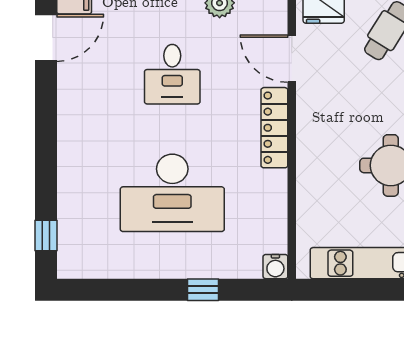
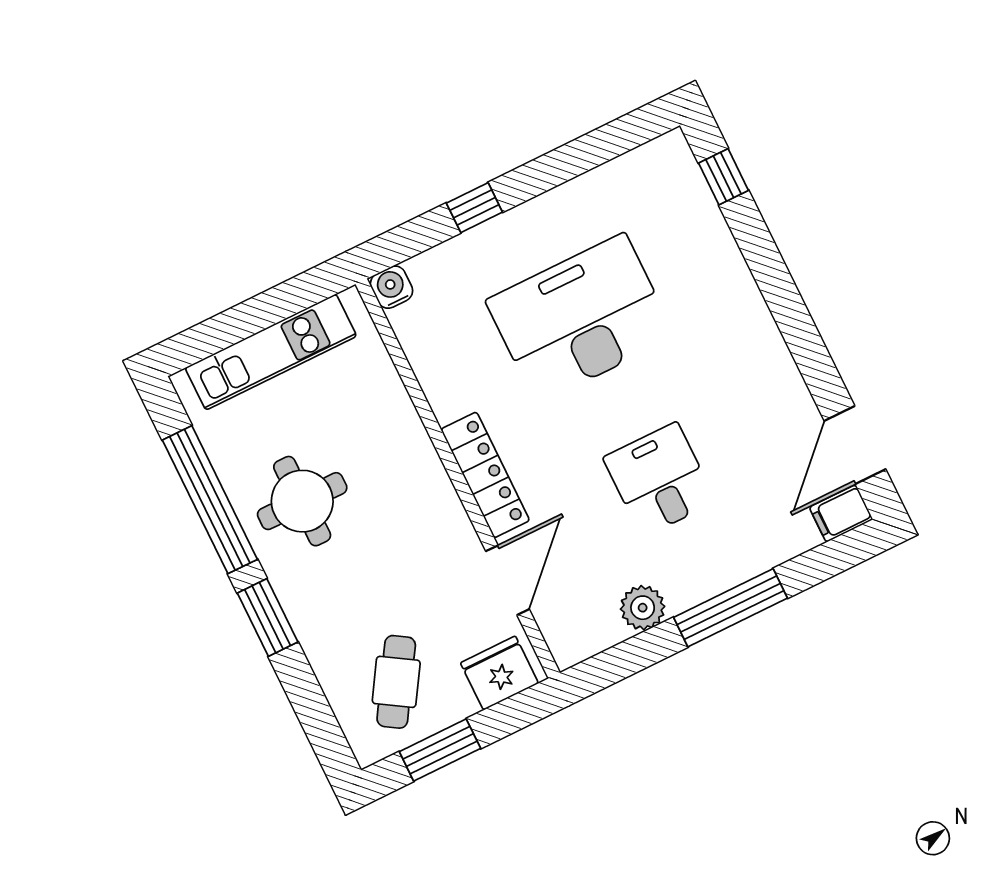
door: (292, 59) -> (508, 580), hinge flipped

